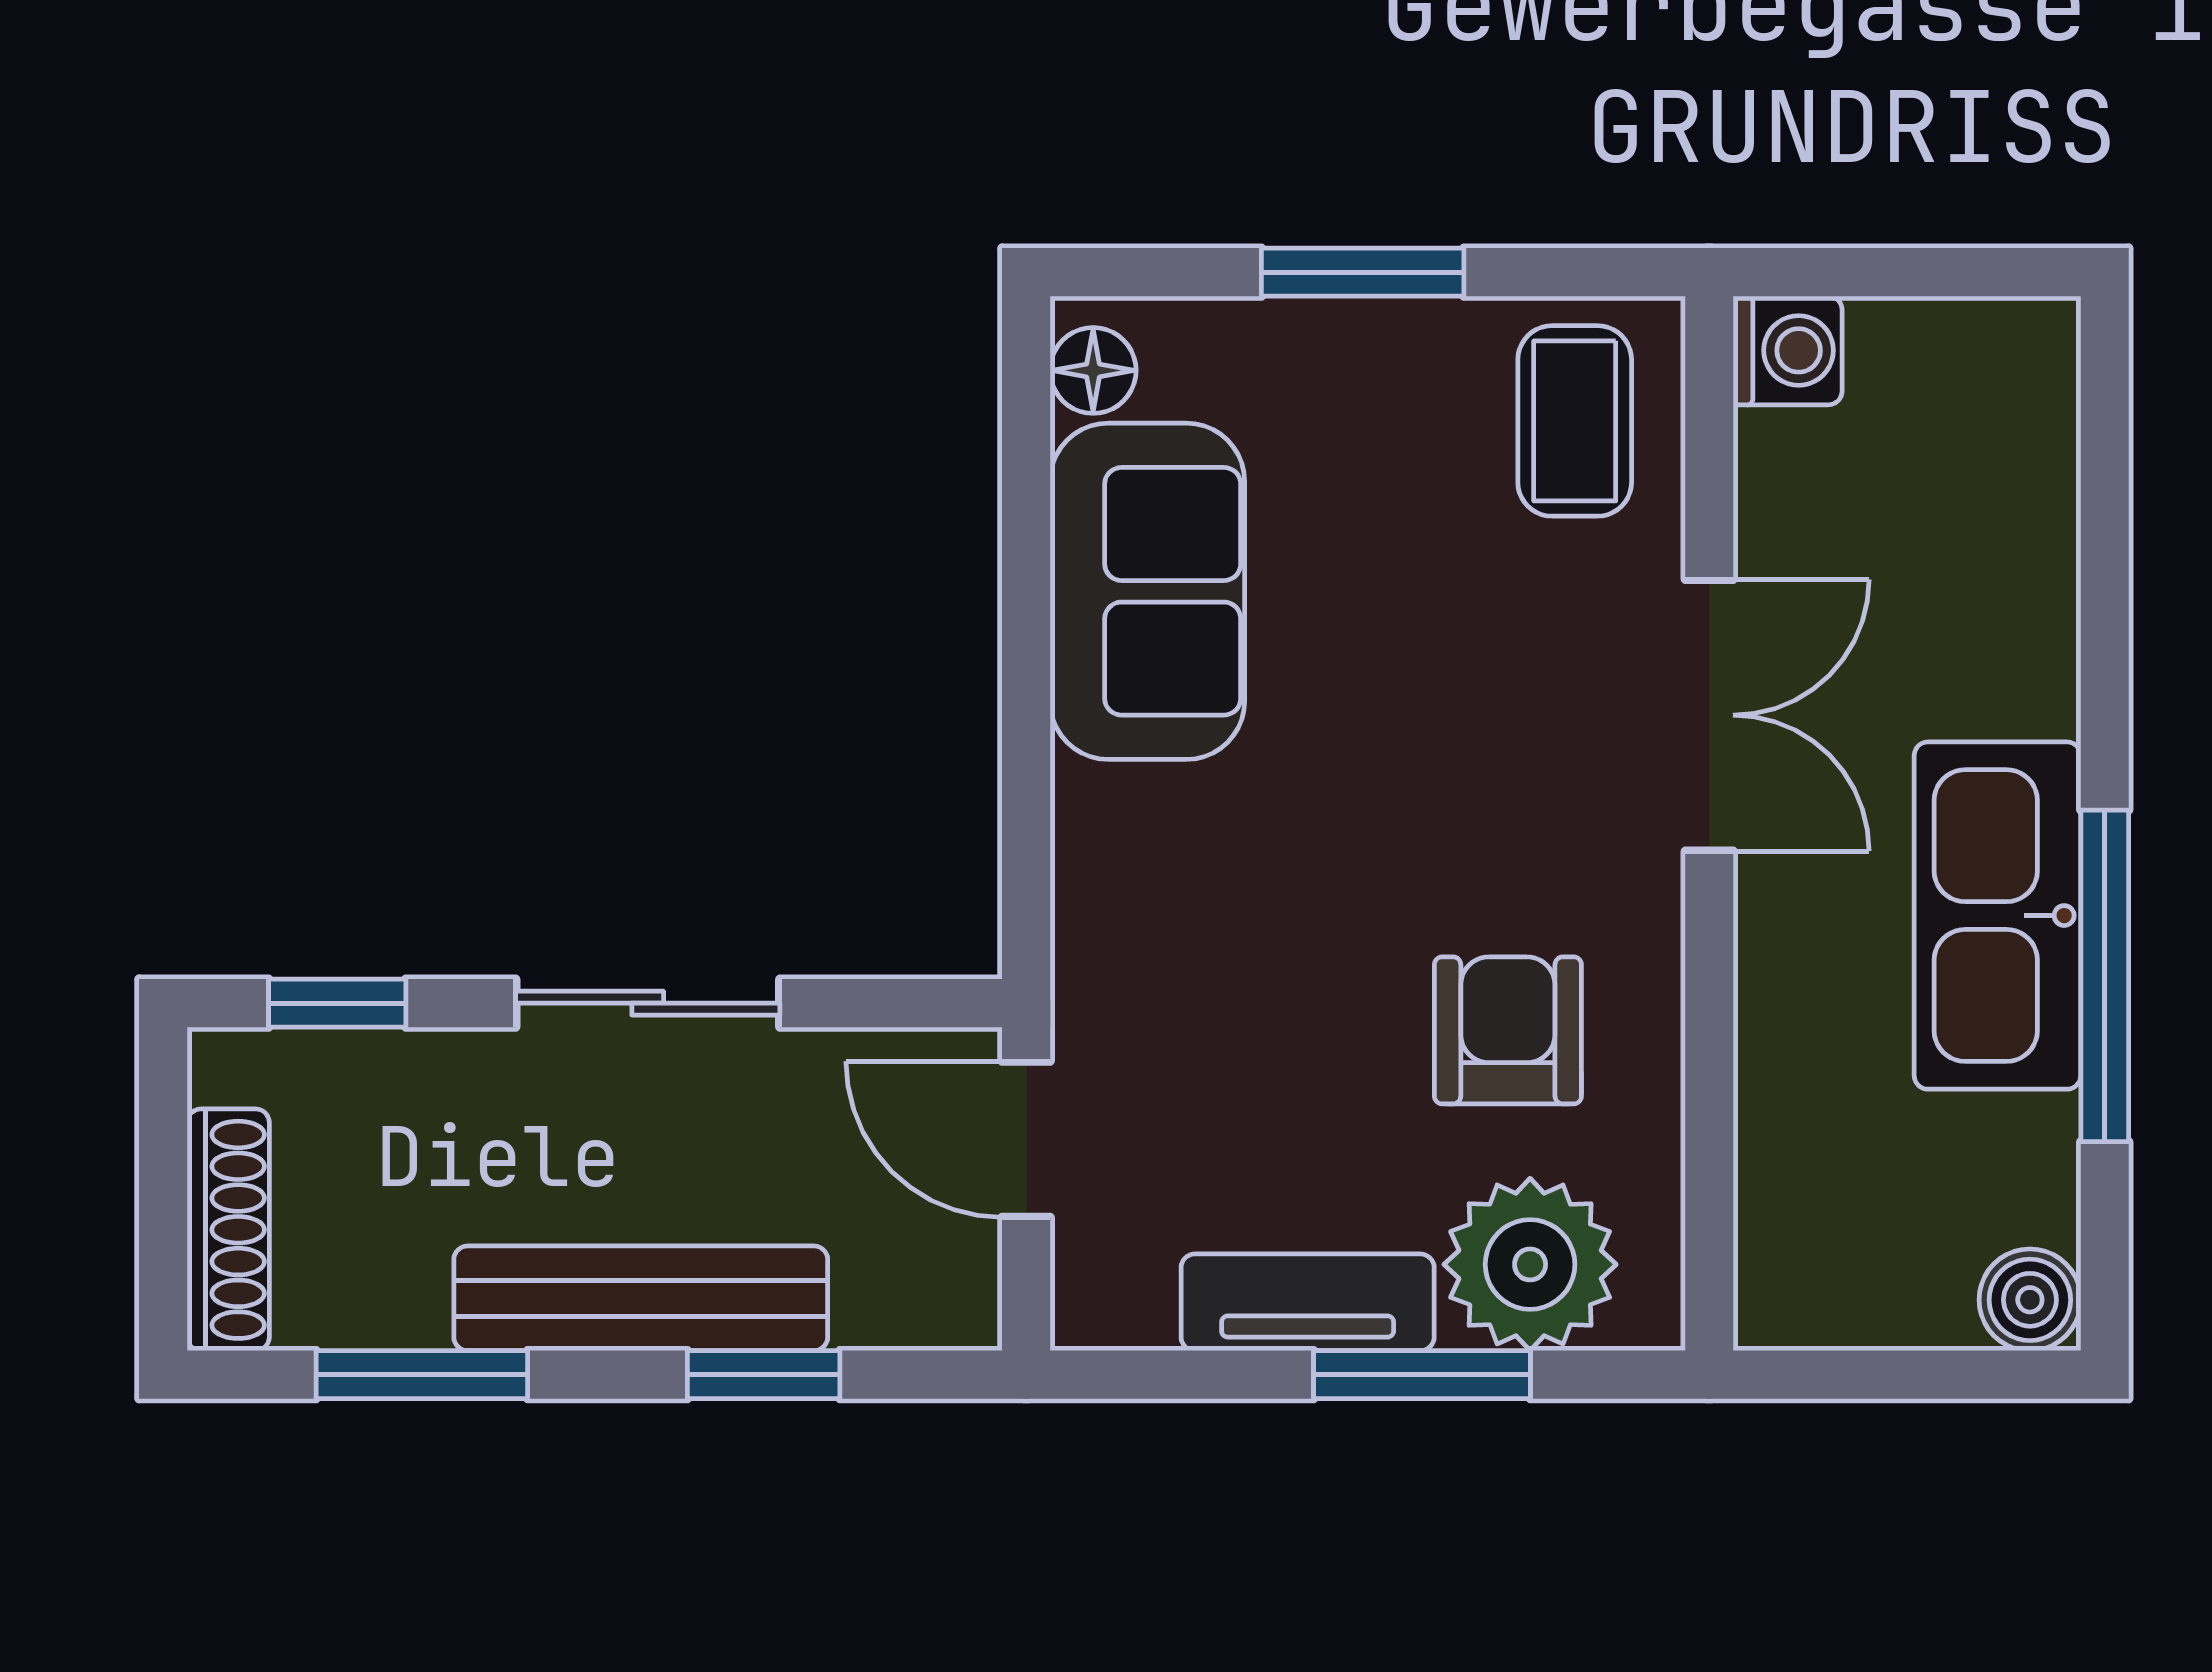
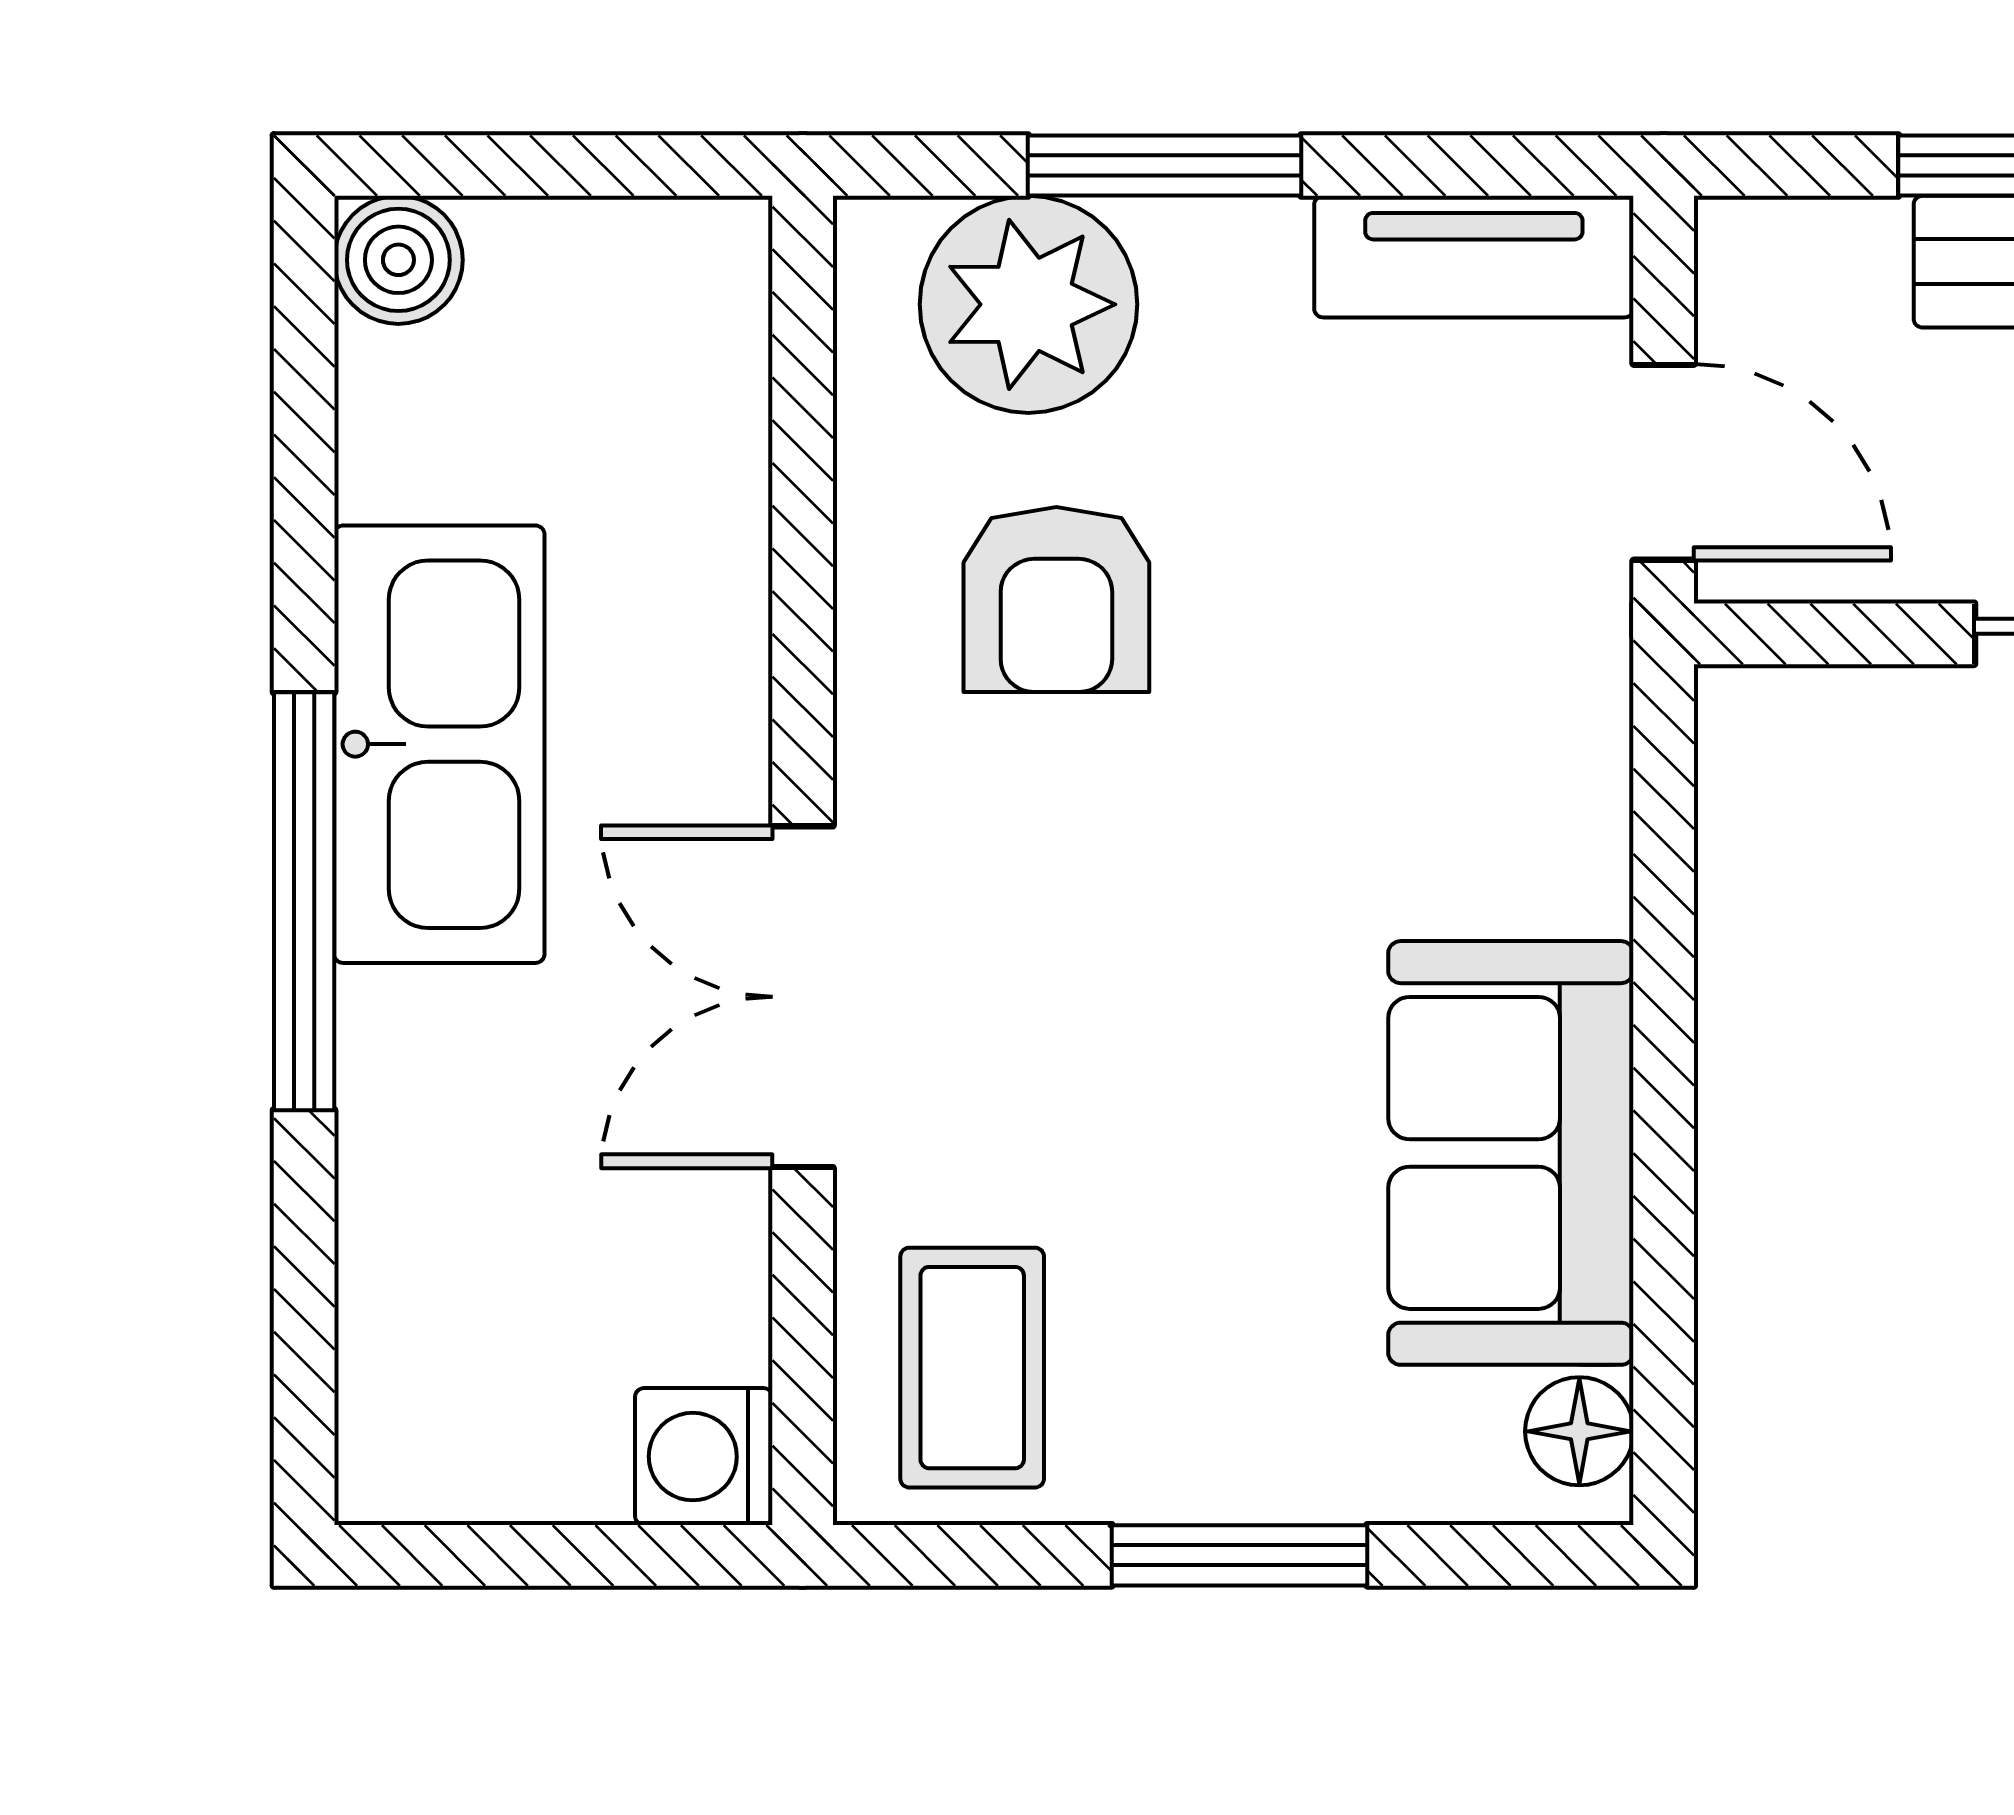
window: (2105, 976) -> (304, 901), moved
tv unit: (1308, 1302) -> (1474, 257), moved

